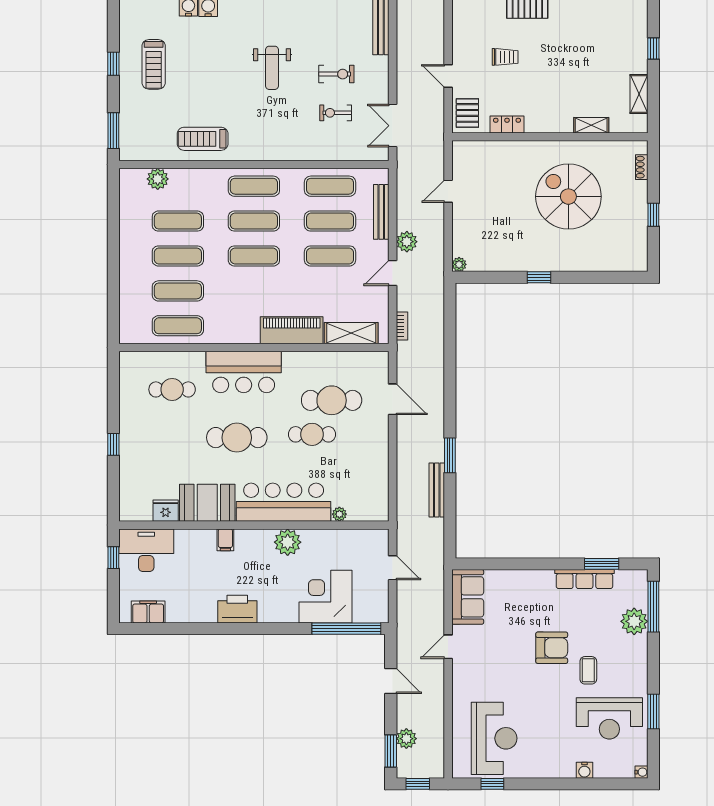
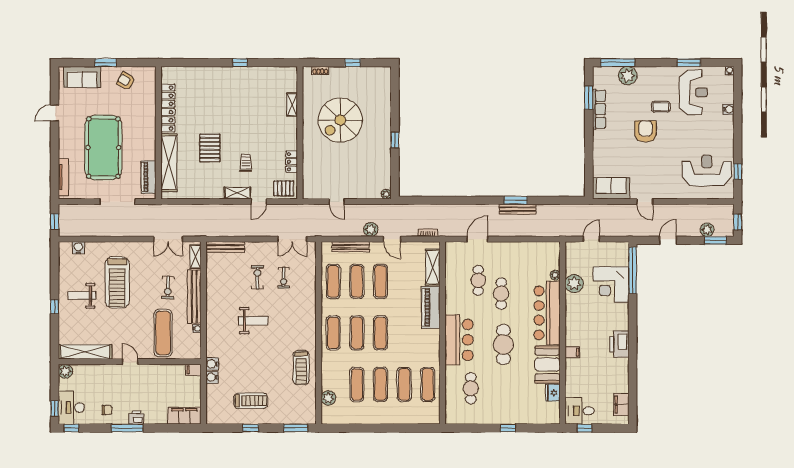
shelving: (639, 94) -> (237, 193), moved
cafe table: (332, 400) -> (478, 280), width x0.73, depth x0.74
bench: (437, 490) -> (518, 209), moved
plant: (288, 542) -> (574, 284), moved
desk: (146, 550) -> (580, 411), width x0.73

